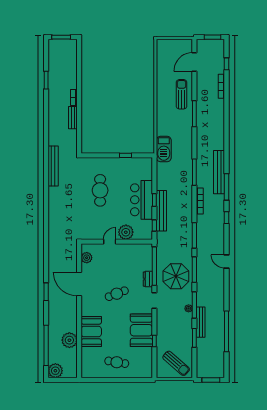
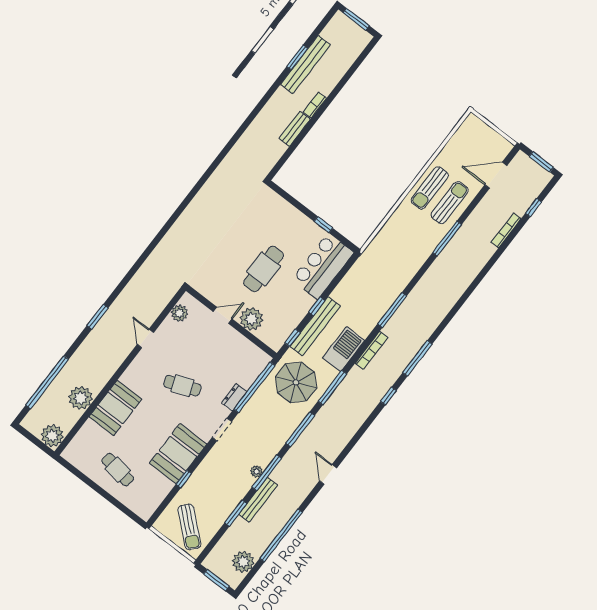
sun lounger: (165, 95) -> (430, 188), added
barbecue: (164, 149) -> (344, 349), moved, turned 180
bench: (53, 166) -> (306, 65), moved
bench: (219, 172) -> (422, 333), removed
cafe table: (100, 190) -> (264, 269), moved
bar counter: (142, 200) -> (323, 266), moved
door: (226, 261) -> (328, 474), moved
parasol: (176, 276) -> (296, 382), moved
door: (79, 284) -> (145, 338), width x0.53
plant: (217, 360) -> (243, 562), added
plant: (55, 371) -> (52, 436), moved

